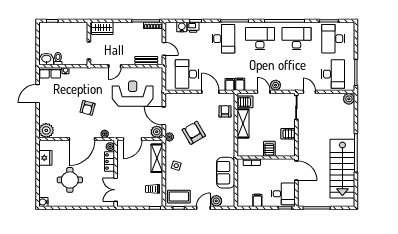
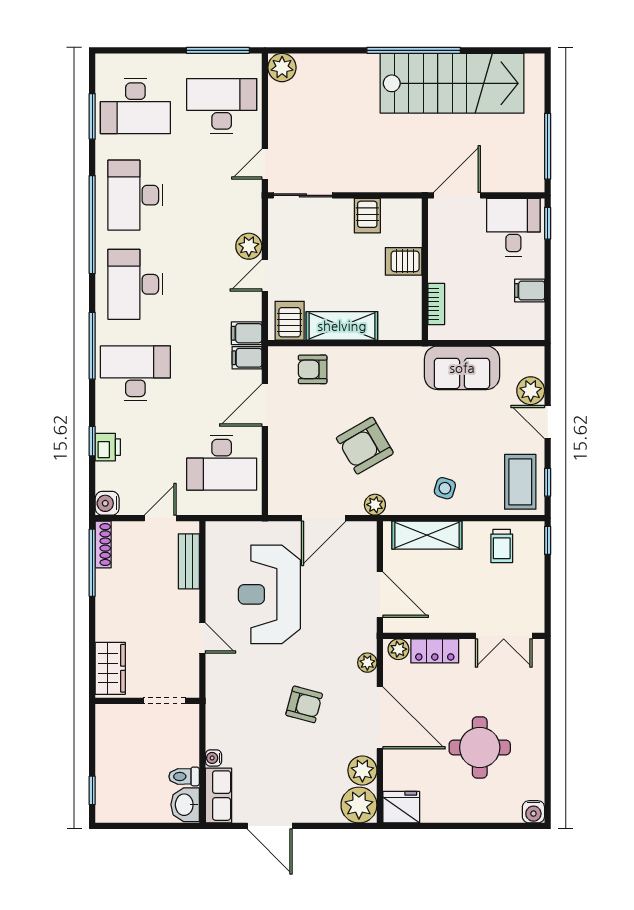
water cooler: (182, 27) -> (107, 503), moved
plant: (157, 132) -> (362, 770), moved
fridge: (45, 158) -> (401, 807), moved

